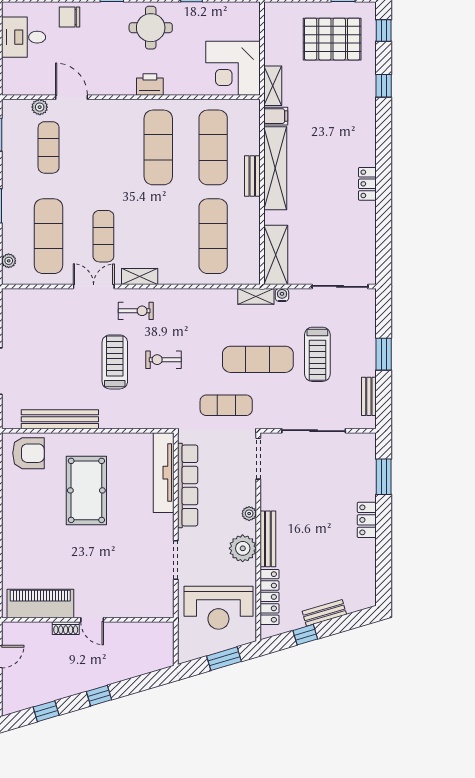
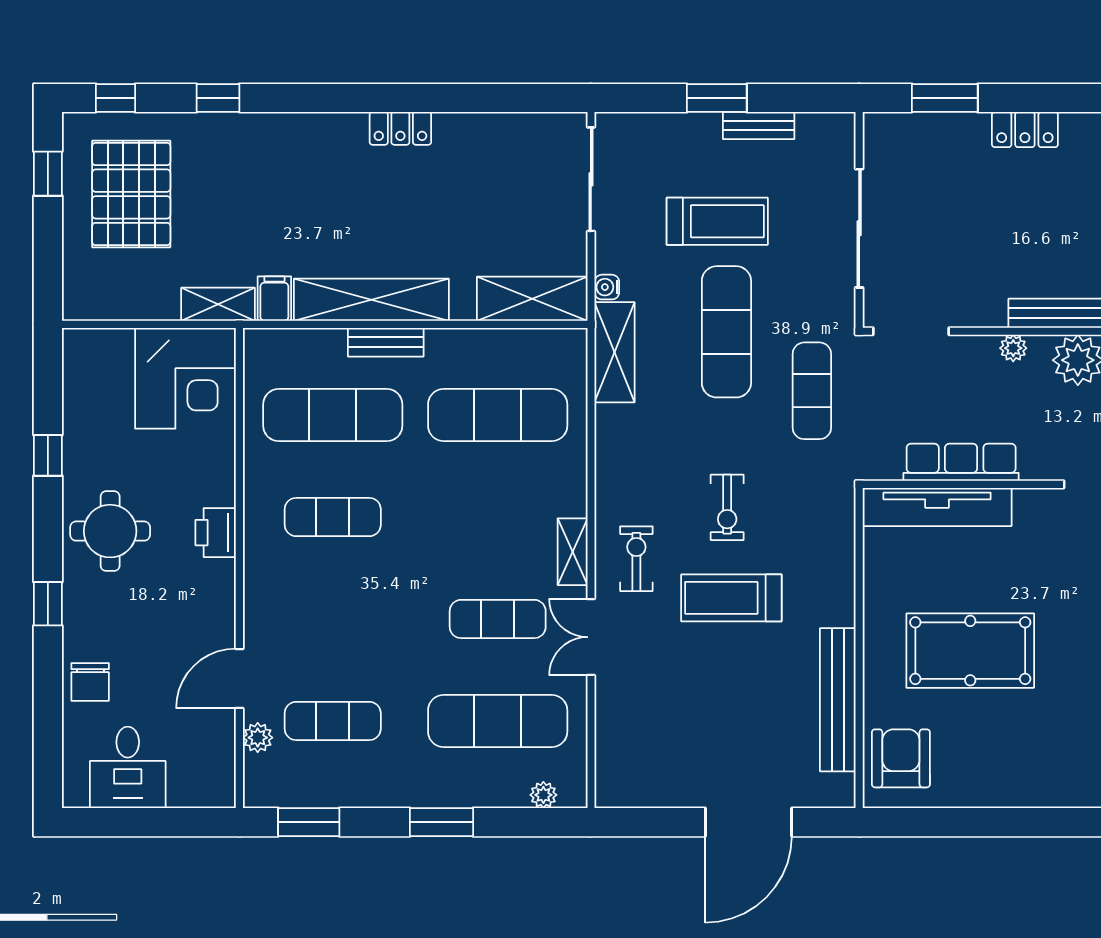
exercise mat: (158, 147) -> (333, 517), width x0.73, depth x0.69
shelving: (256, 296) -> (614, 352), width x1.50, depth x1.33
bench: (369, 396) -> (759, 126), moved
row of seats: (188, 486) -> (961, 462), width x0.73

